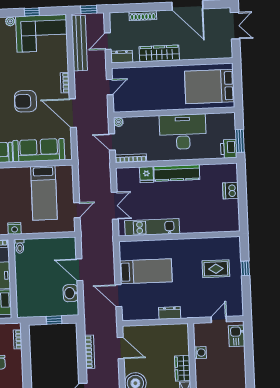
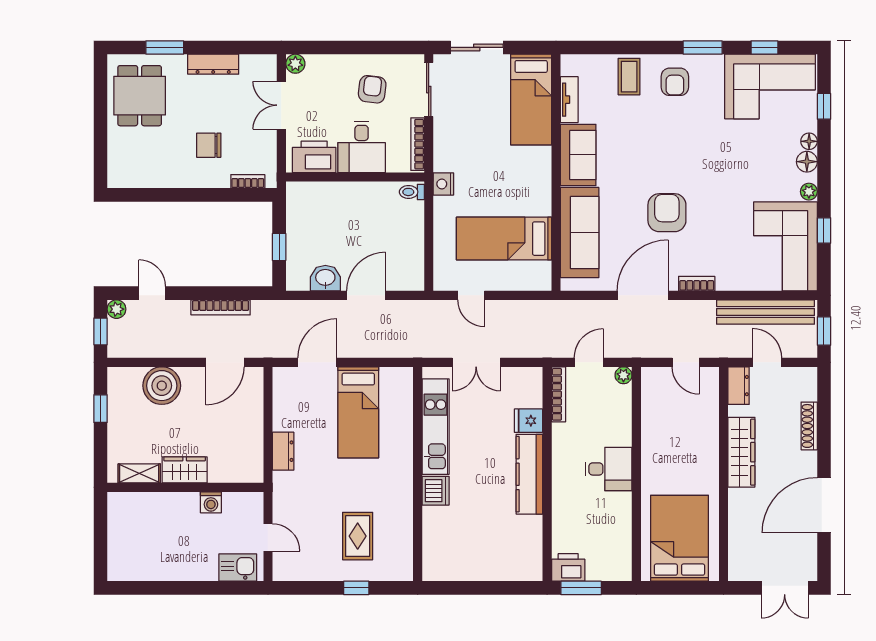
desk: (183, 132) -> (609, 469), width x0.53, depth x0.77
dishwasher: (231, 191) -> (436, 491), moved, turned 90

